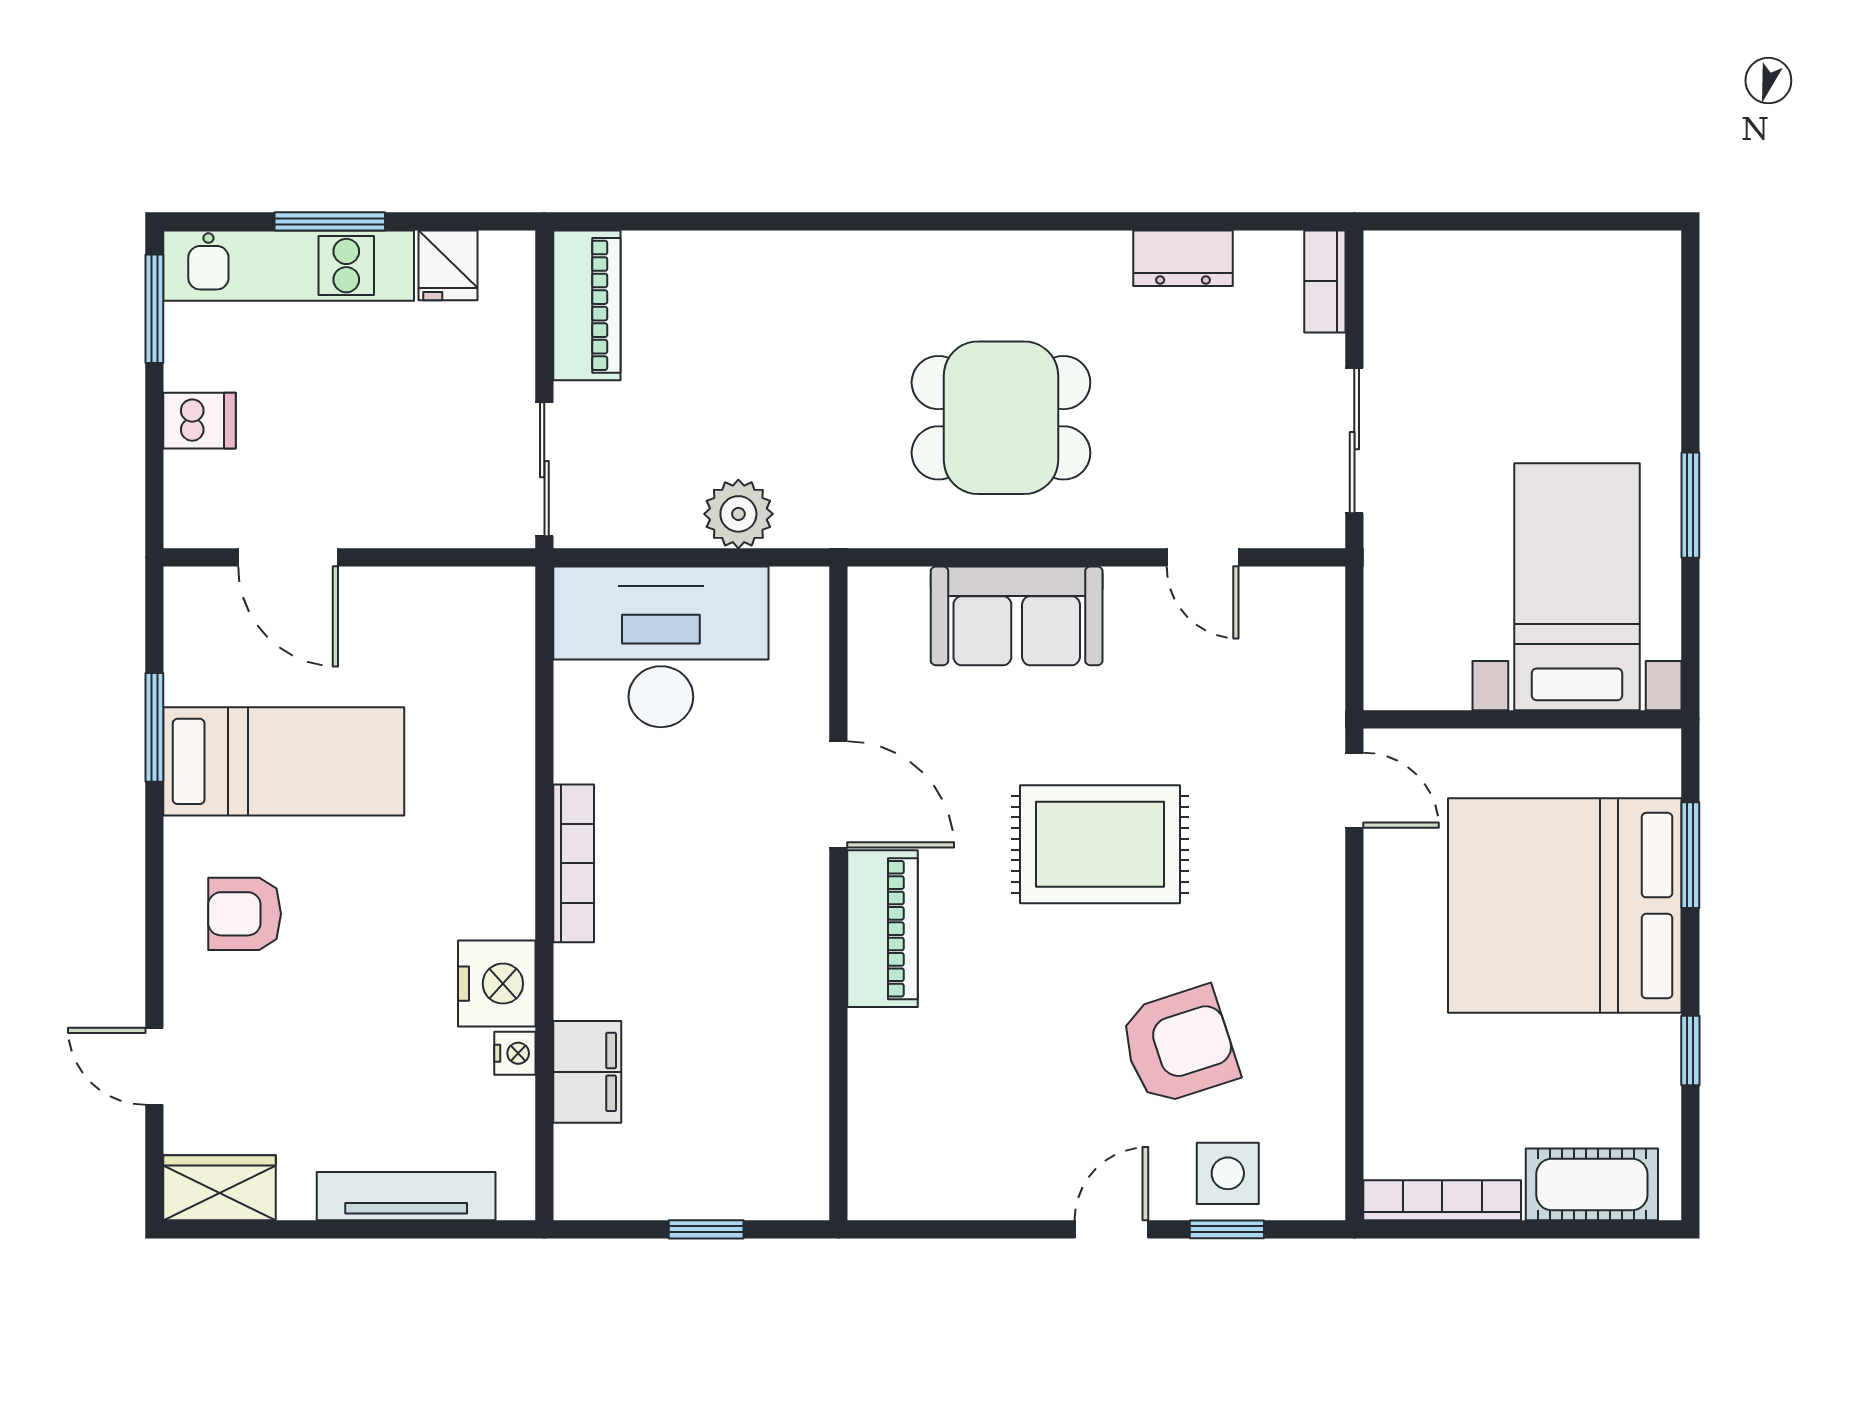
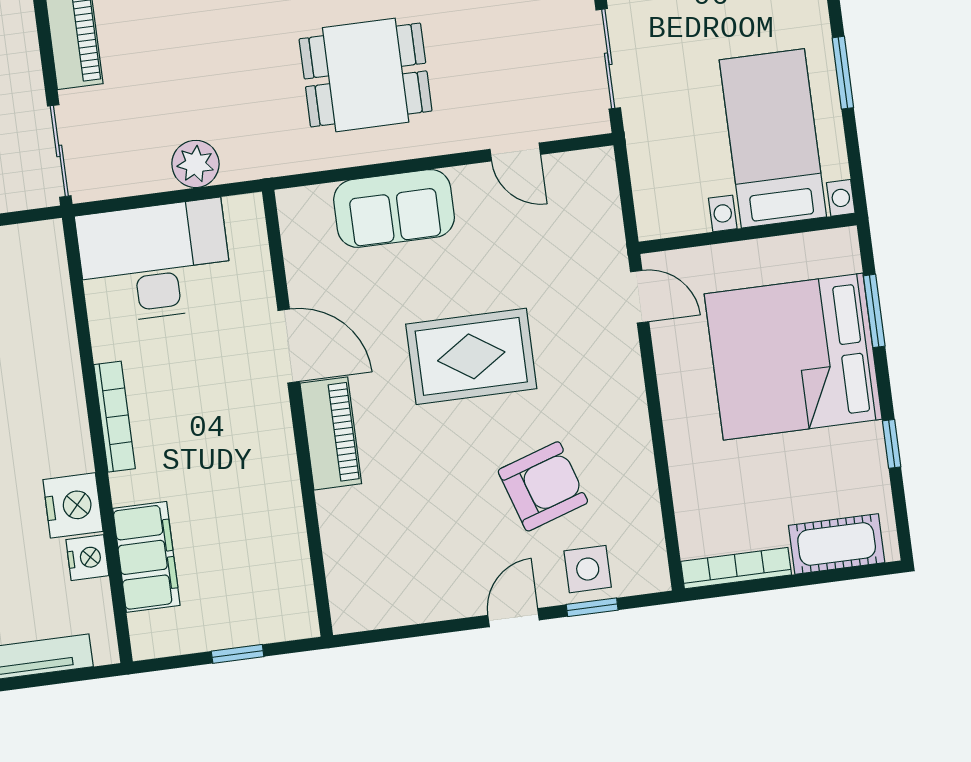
nightstand: (515, 1053) -> (87, 558), width x1.39, depth x1.35
filing cabinet: (587, 1072) -> (146, 557), width x1.50, depth x1.17

